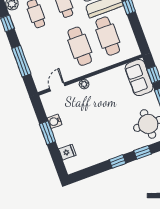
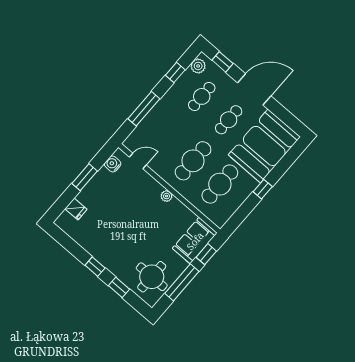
plant: (84, 84) -> (166, 196), moved
water cooler: (55, 121) -> (113, 164), moved

